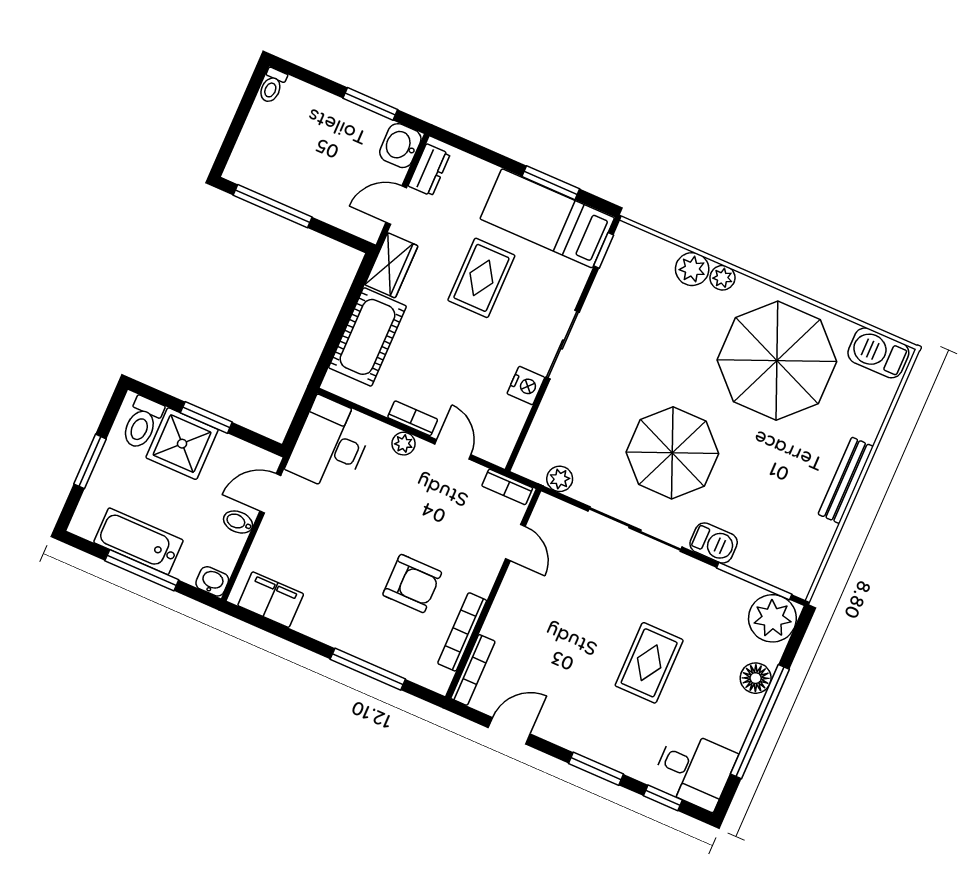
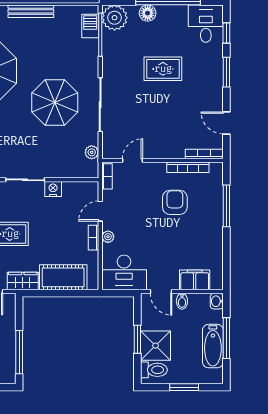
barbecue: (714, 543) -> (90, 26), moved
filing cabinet: (271, 600) -> (195, 280), moved, turned 90

